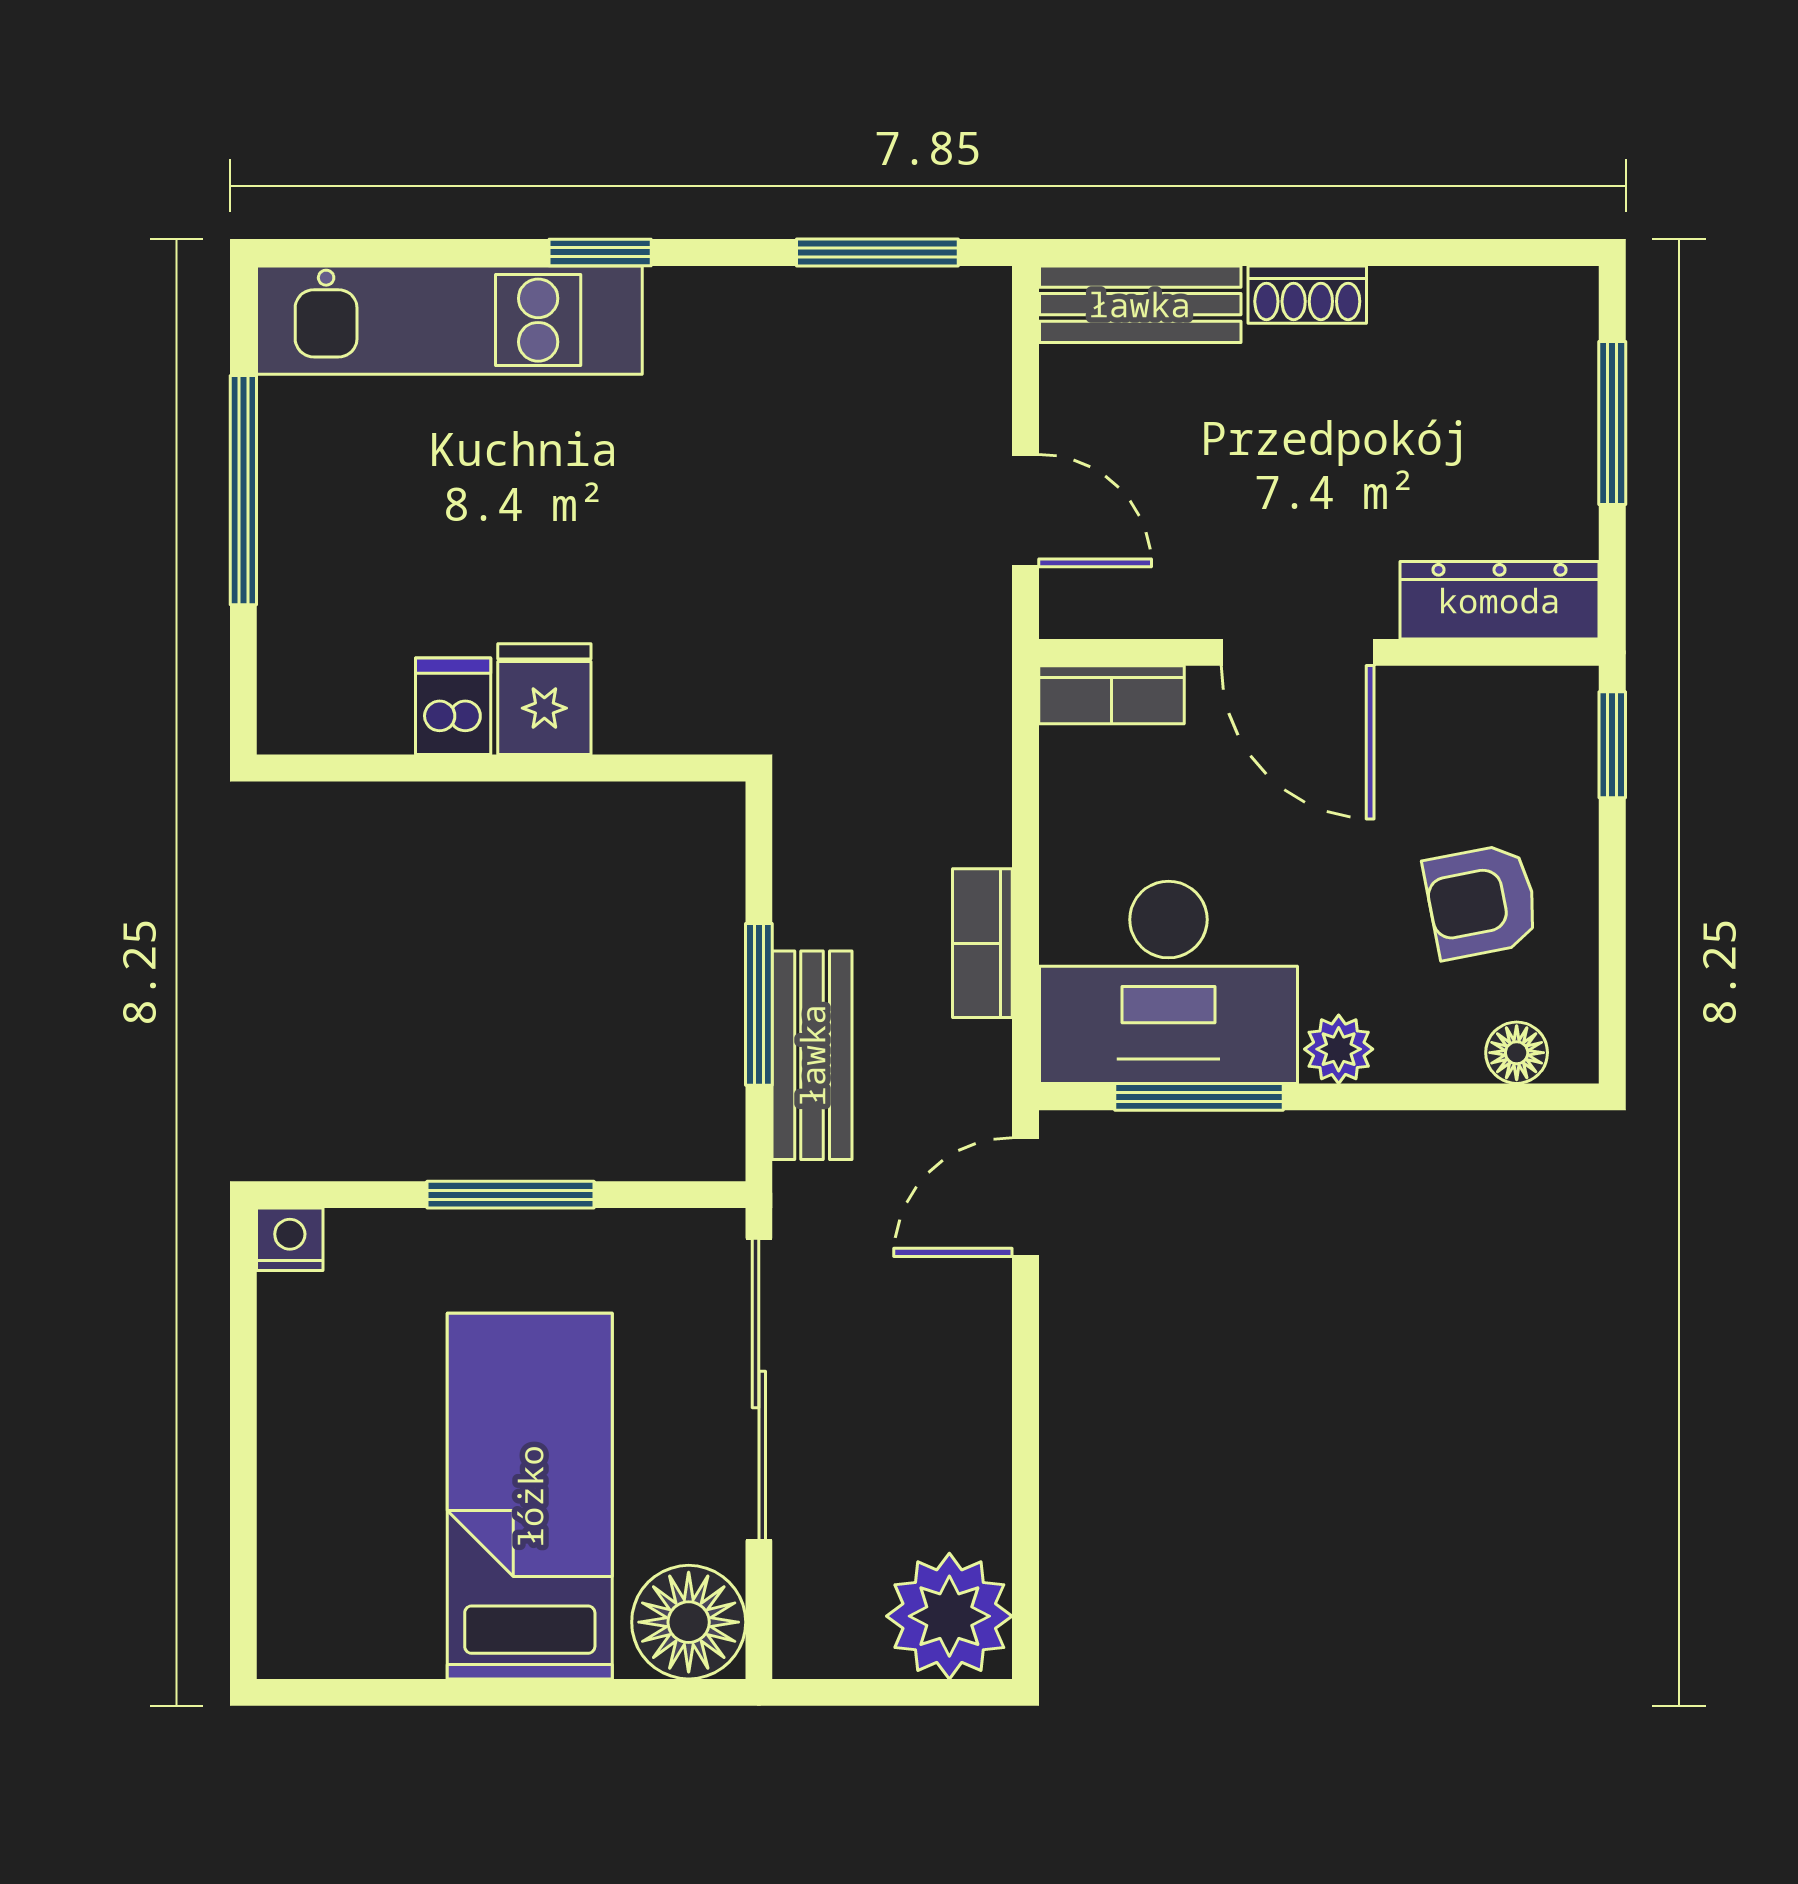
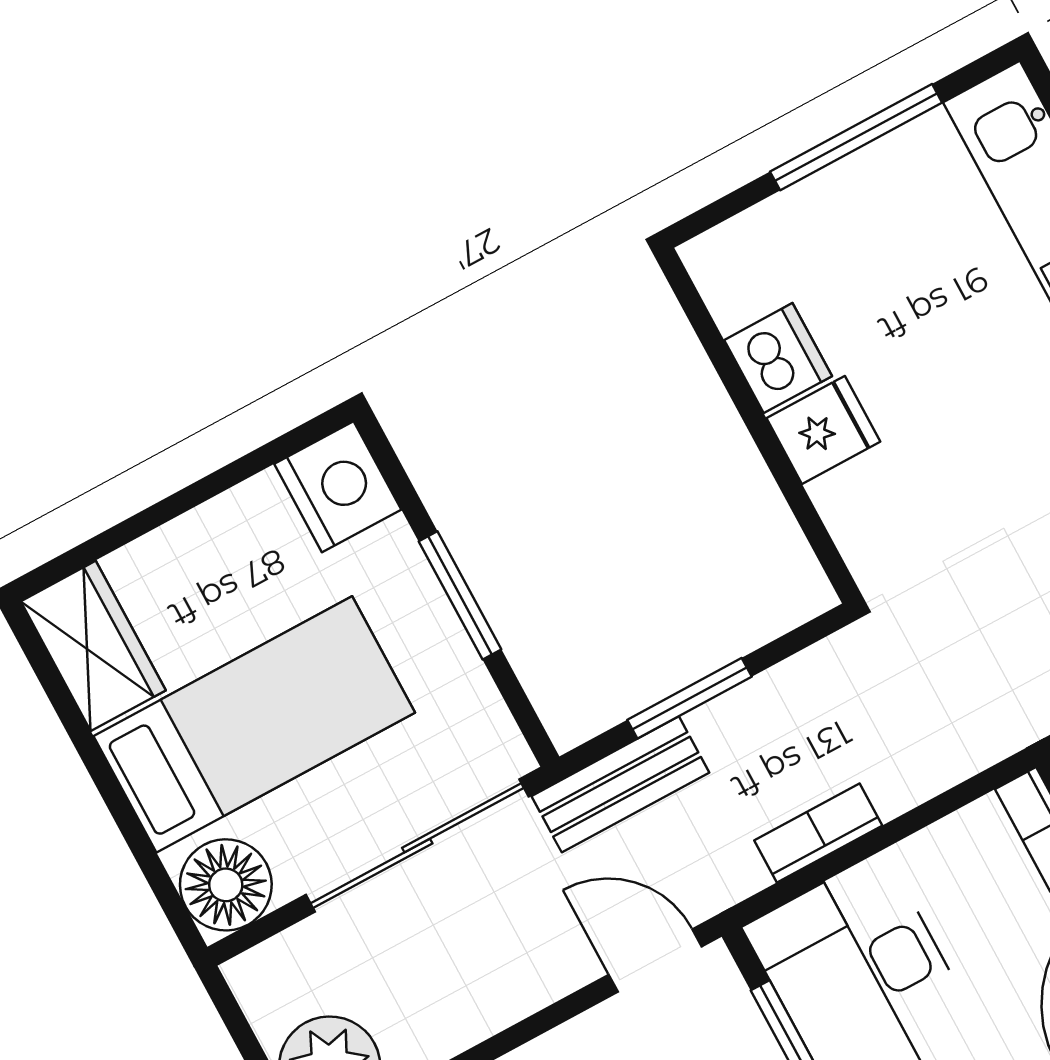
dishwasher: (453, 706) -> (778, 358), width x1.38
bench: (812, 1055) -> (620, 784), moved
nightstand: (290, 1239) -> (338, 487), width x1.89, depth x1.79
wardrobe: (349, 1626) -> (93, 646), added

